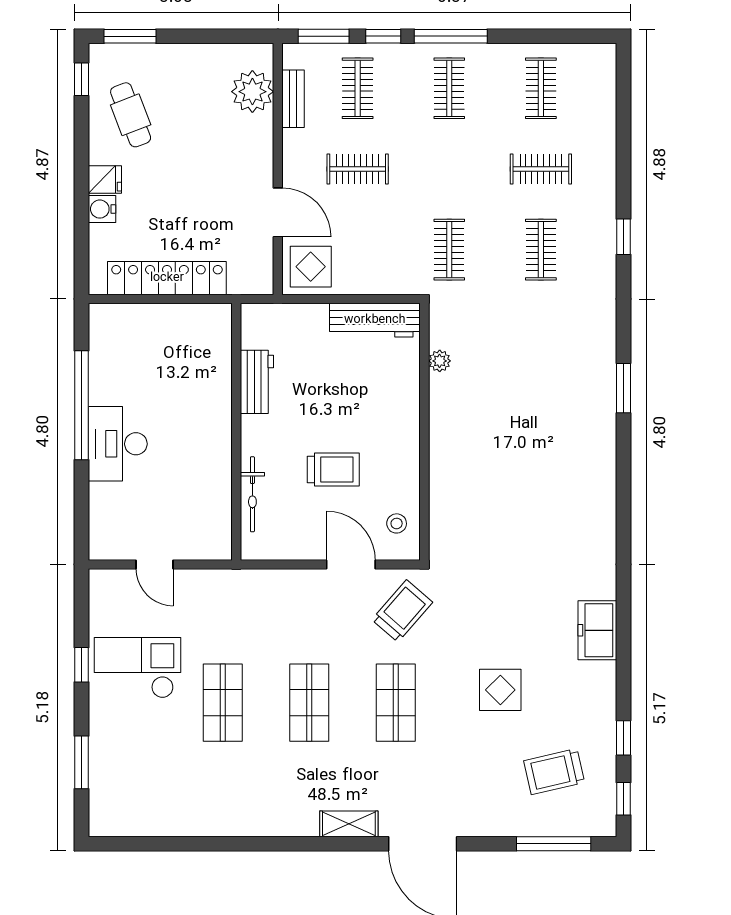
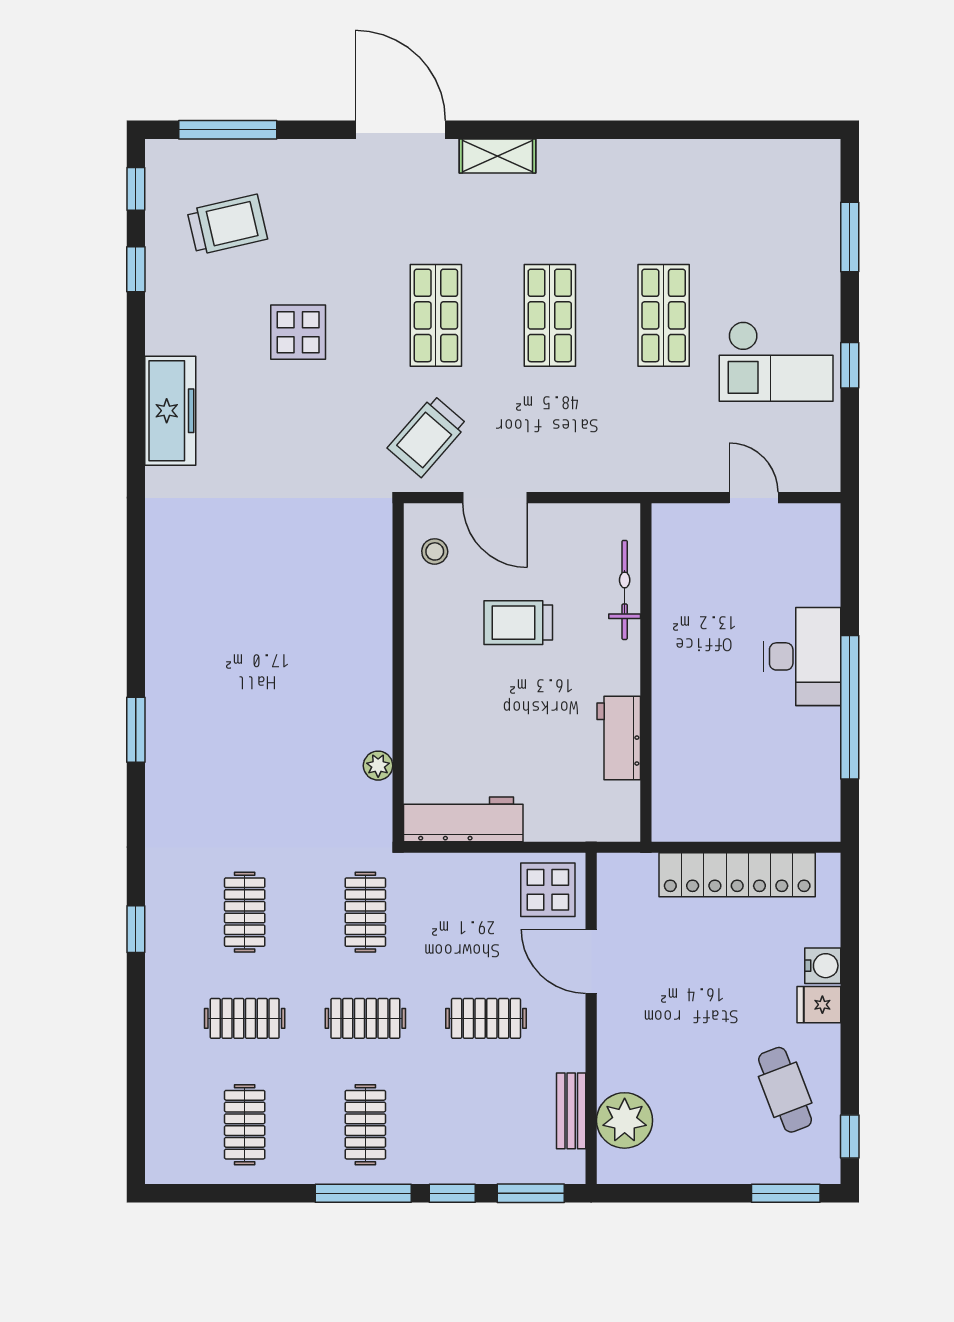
clothes rail: (358, 88) -> (365, 1018), moved, turned 90
freezer: (597, 630) -> (170, 411), width x1.40

